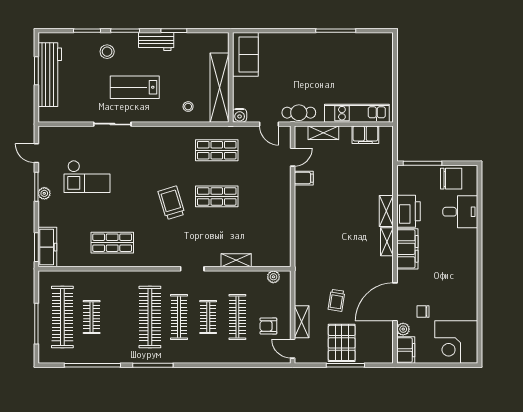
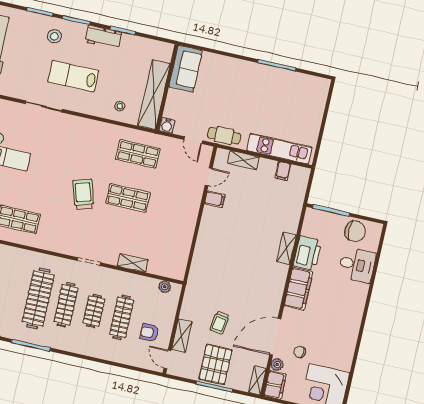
filing cabinet: (365, 135) -> (283, 171), width x0.50
shelving: (387, 242) -> (257, 380), moved

